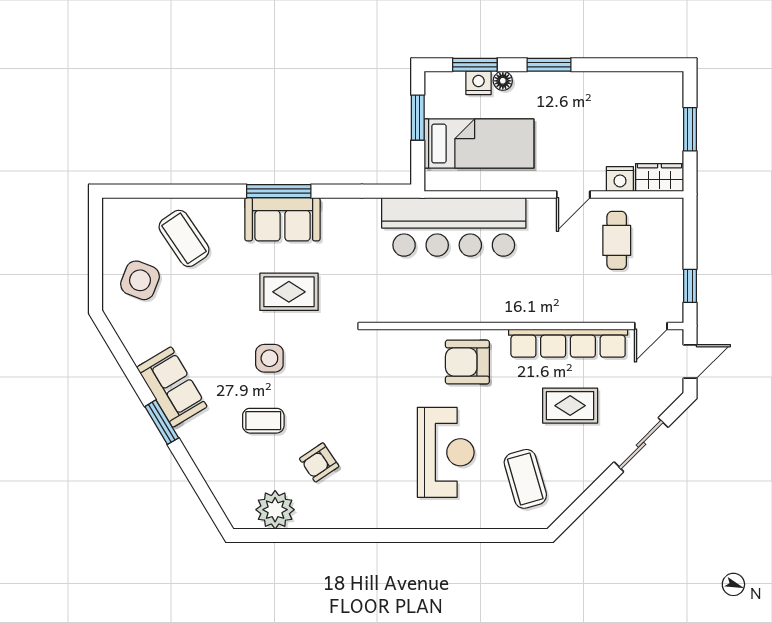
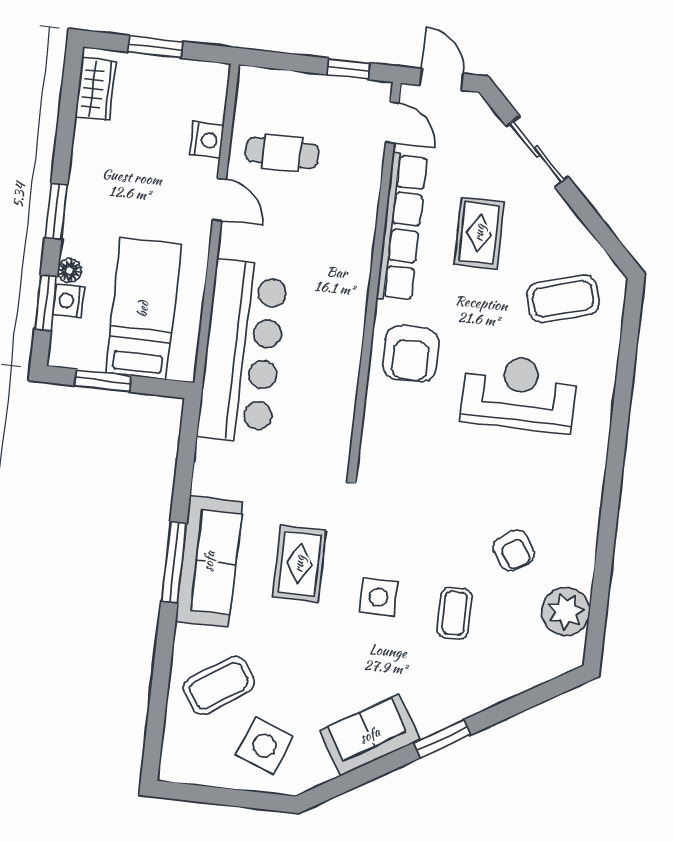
wardrobe: (660, 177) -> (96, 89), moved, turned 180
sofa: (282, 219) -> (209, 561), width x1.36
sofa: (172, 387) -> (370, 735), moved

